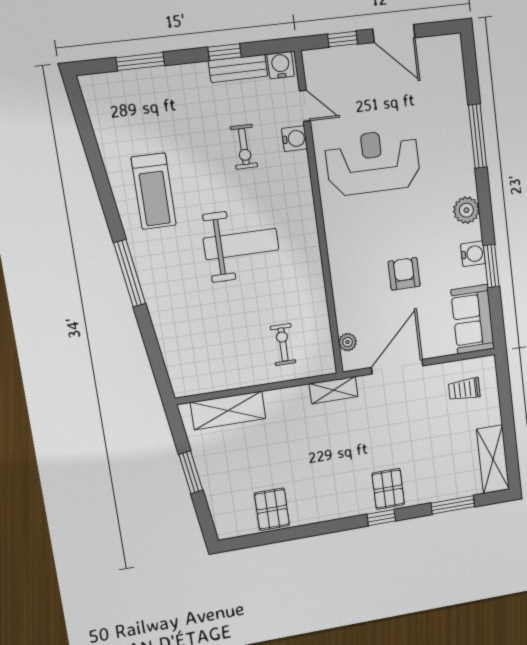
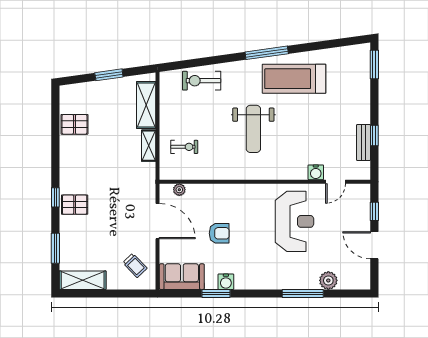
door: (394, 33) -> (374, 245), hinge flipped
window: (140, 61) -> (374, 65), moved
water cooler: (281, 65) -> (363, 170), removed
exercise bike: (244, 147) -> (202, 81), moved, width x1.38, depth x1.39
treadmill: (154, 191) -> (294, 79), width x1.37, depth x1.38
plant: (466, 210) -> (328, 280), moved
window: (130, 273) -> (267, 53), moved
trolley: (464, 389) -> (135, 265), turned 136
shelving: (334, 390) -> (149, 146), moved

